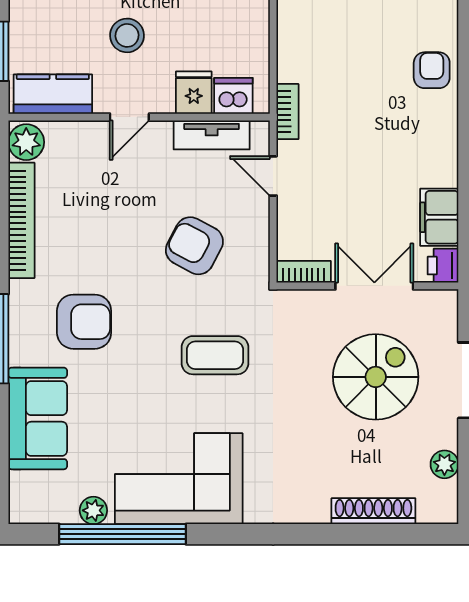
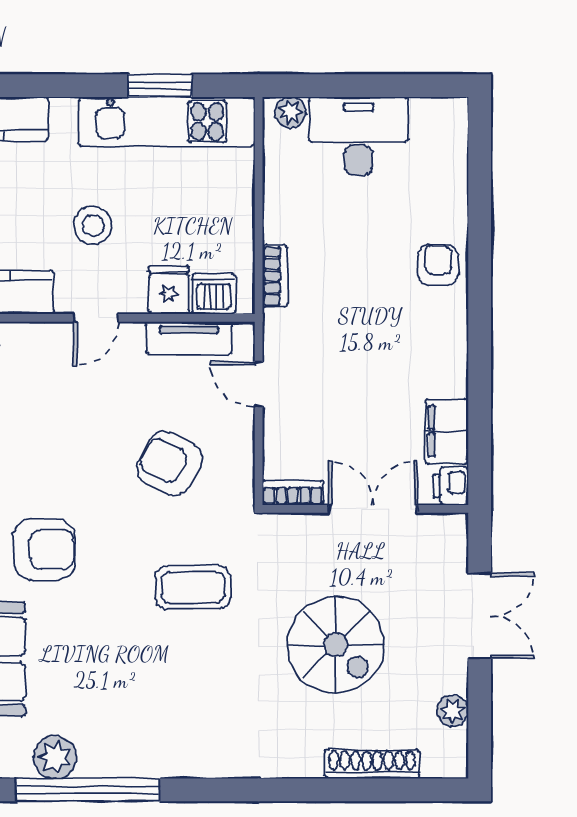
bookcase: (287, 112) -> (275, 276), moved
spiral stairs: (376, 377) -> (336, 645), moved, turned 90
corner sofa: (179, 479) -> (152, 727), removed
plant: (93, 510) -> (55, 757), width x1.38, depth x1.38

